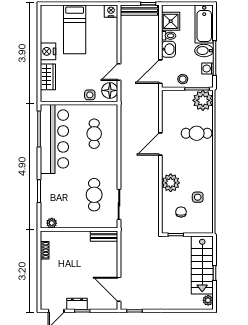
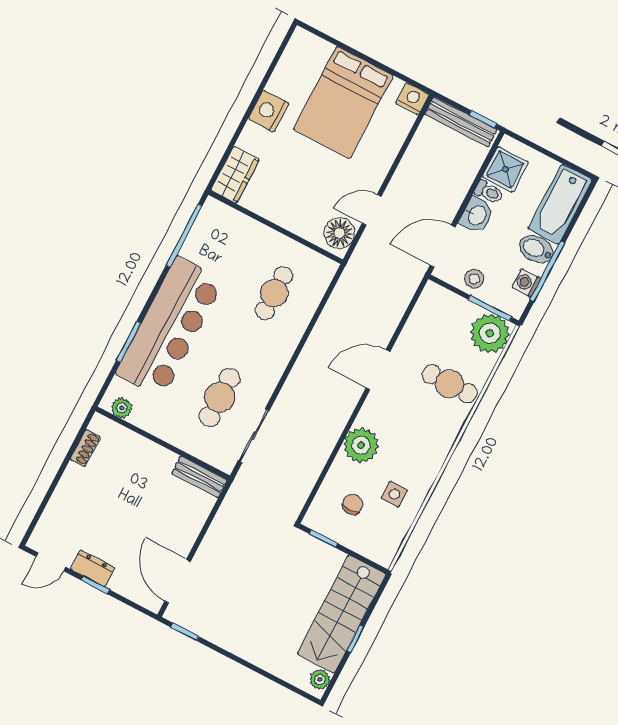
bed: (75, 29) -> (343, 102), width x1.50
wardrobe: (48, 77) -> (235, 175), moved
side table: (90, 95) -> (301, 223), removed
bar counter: (54, 139) -> (170, 327), moved

